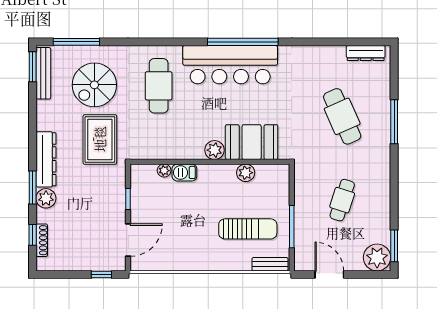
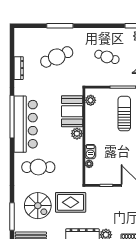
dresser: (366, 53) -> (19, 68), moved
plant: (246, 173) -> (91, 100), moved

